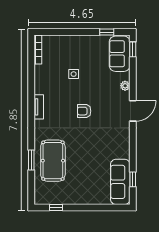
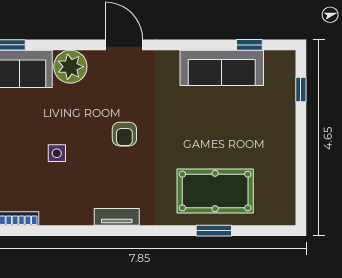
plant: (125, 86) -> (70, 67), width x1.87, depth x1.87
sofa: (120, 182) -> (222, 68), moved
window: (56, 208) -> (301, 90), moved

